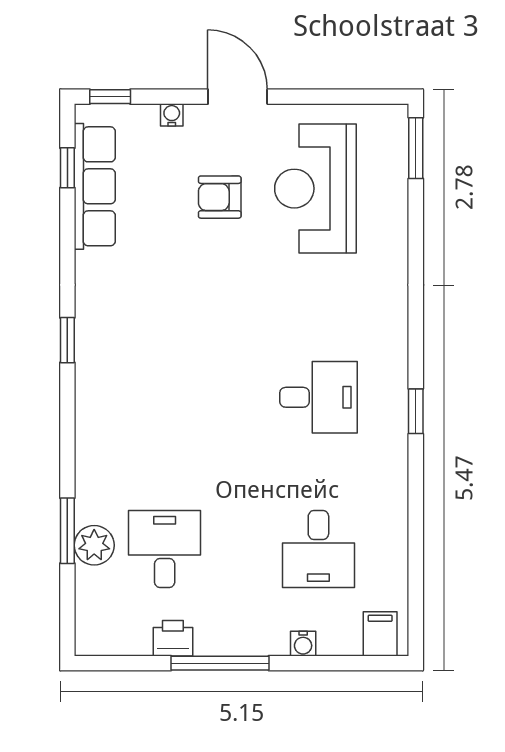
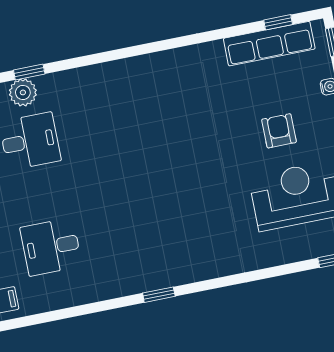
window: (67, 340) -> (160, 46), removed
desk: (318, 397) -> (155, 226), removed
window: (67, 531) -> (29, 72), width x0.67

